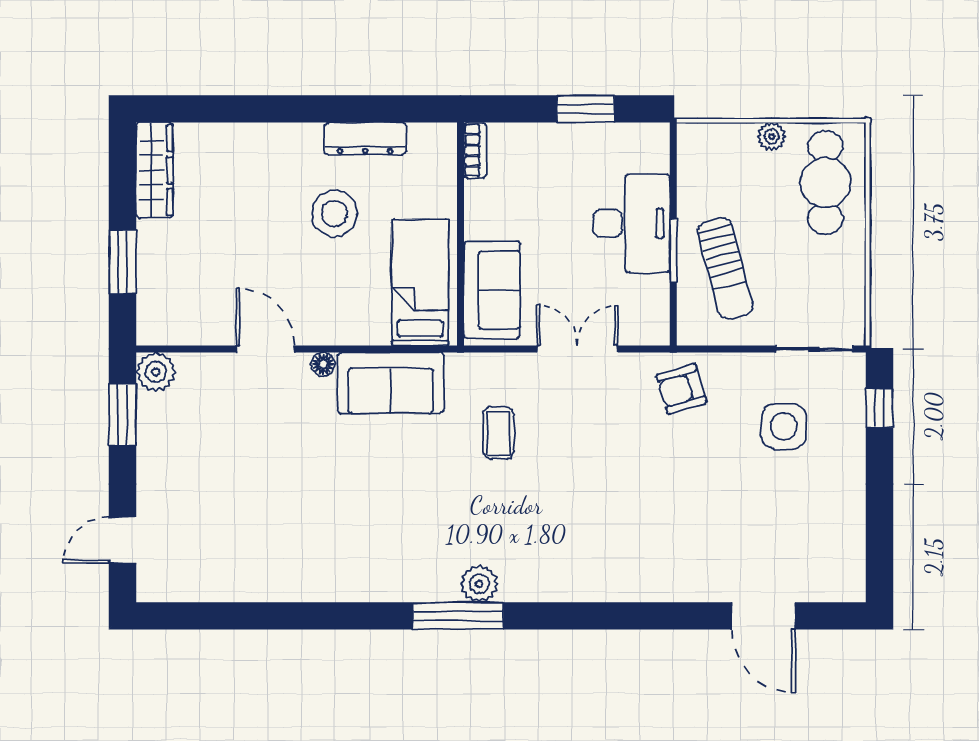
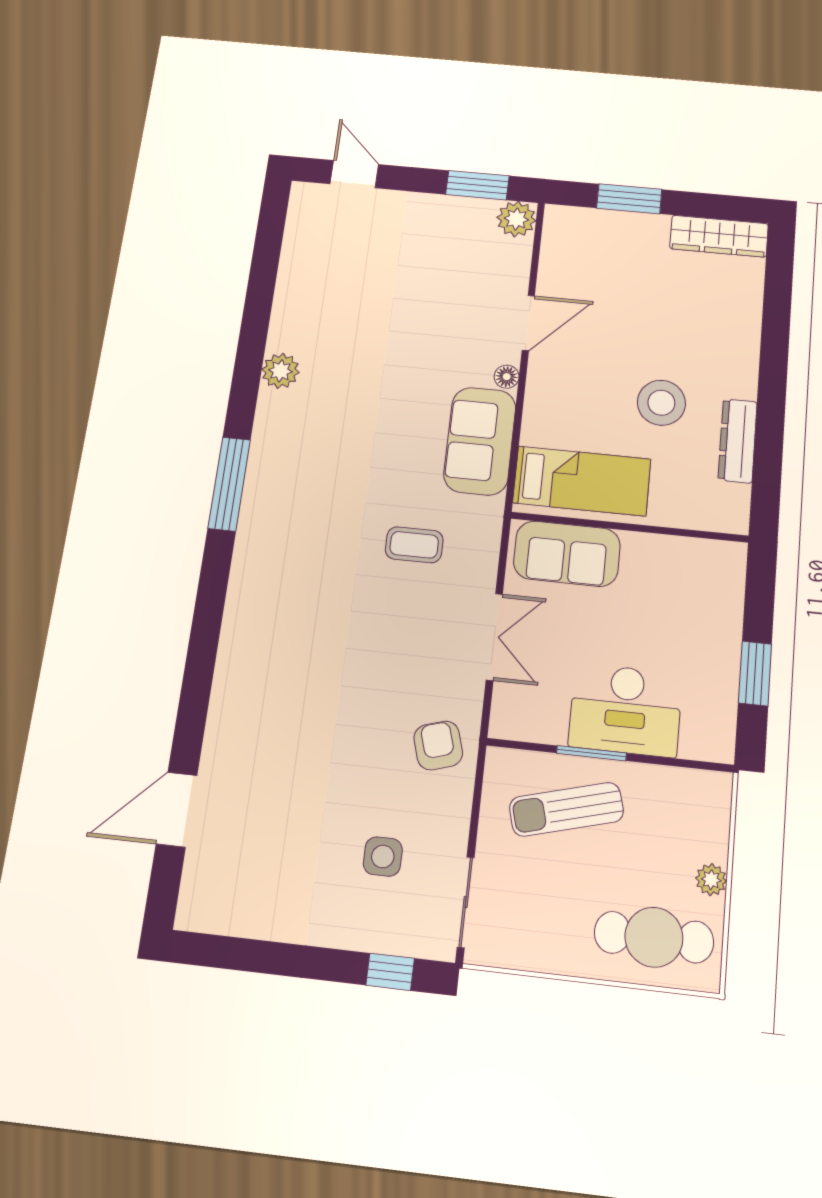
bookcase: (475, 150) -> (718, 551), removed
side table: (784, 426) -> (383, 857), width x0.73, depth x0.73
plant: (479, 584) -> (280, 371), moved

